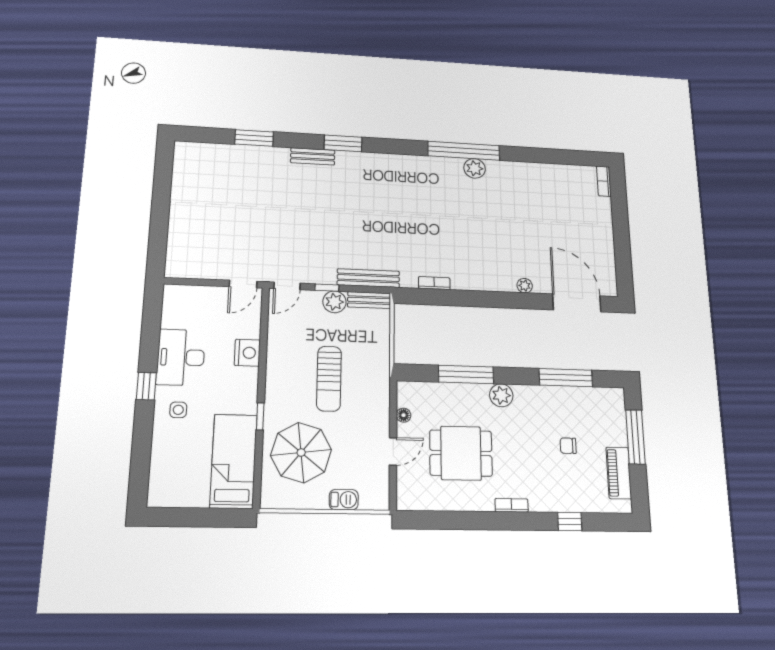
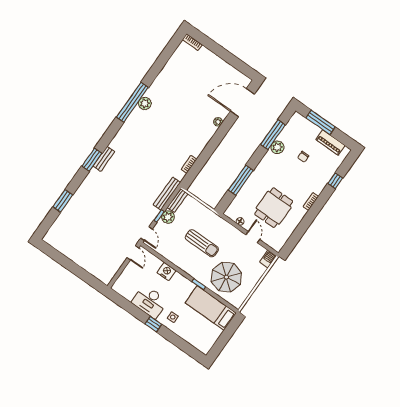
bench: (313, 156) -> (104, 159), moved
plant: (501, 395) -> (277, 147), moved
barbecue: (344, 500) -> (268, 259), moved

